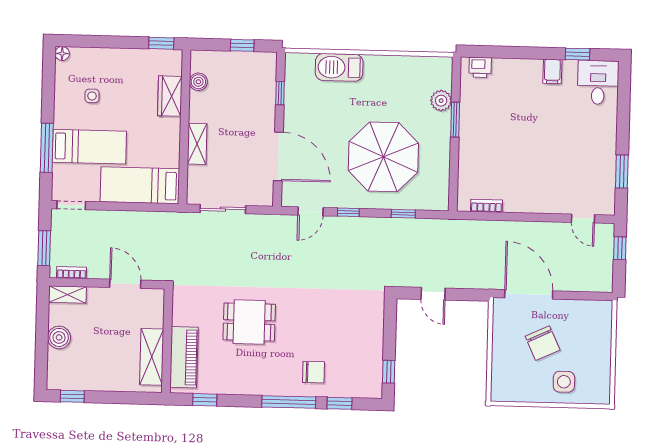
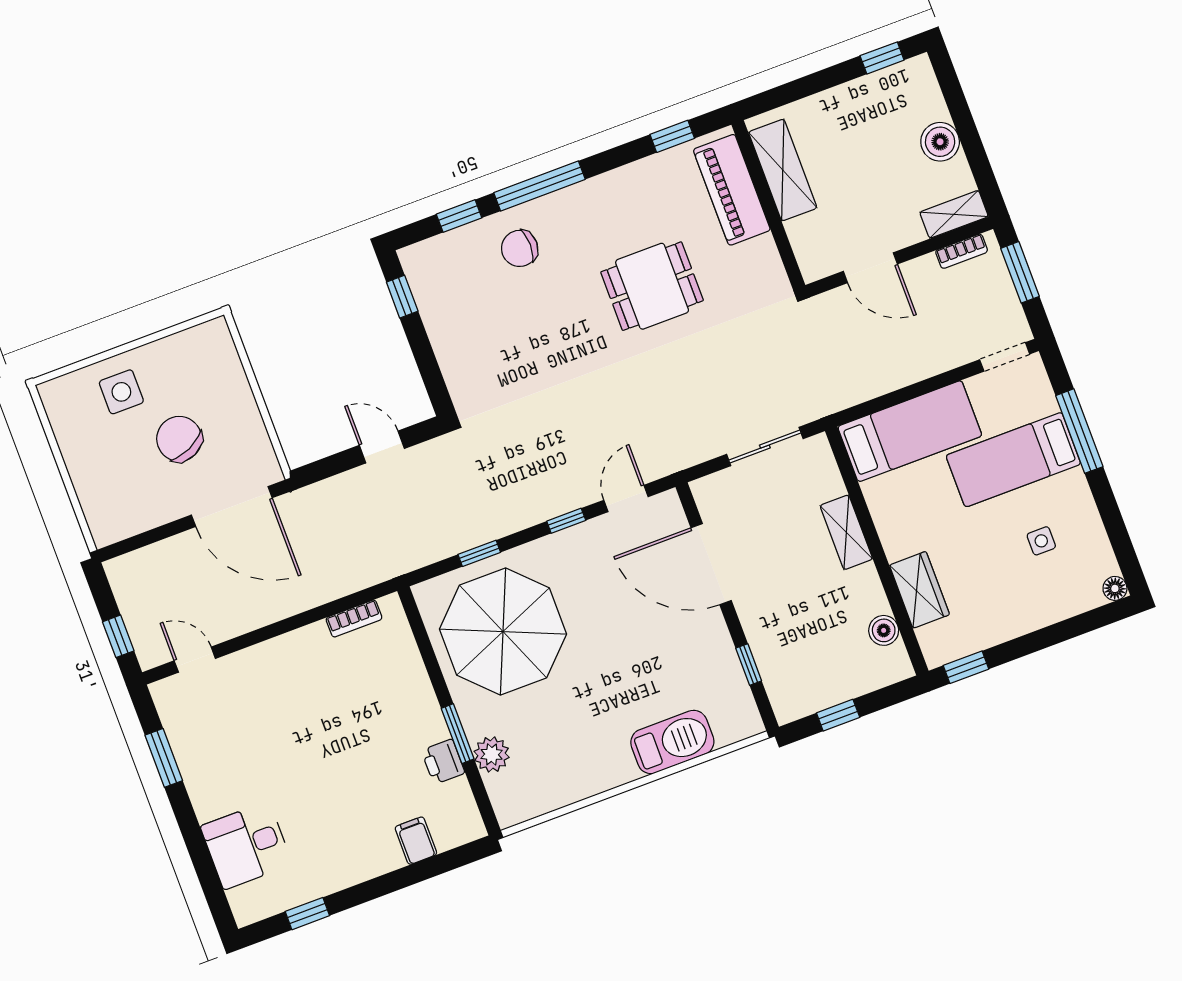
printer: (480, 67) -> (443, 762), moved, turned -90
filing cabinet: (552, 71) -> (416, 841), moved
desk: (598, 82) -> (246, 845), moved, turned 90
parasol: (383, 157) -> (503, 632), moved

